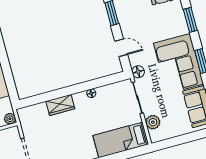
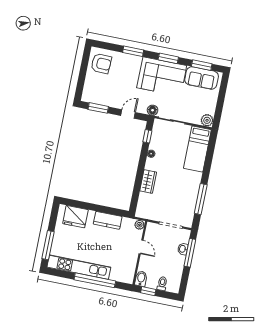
window: (108, 80) -> (147, 136), added
plant: (153, 122) -> (207, 120), moved

